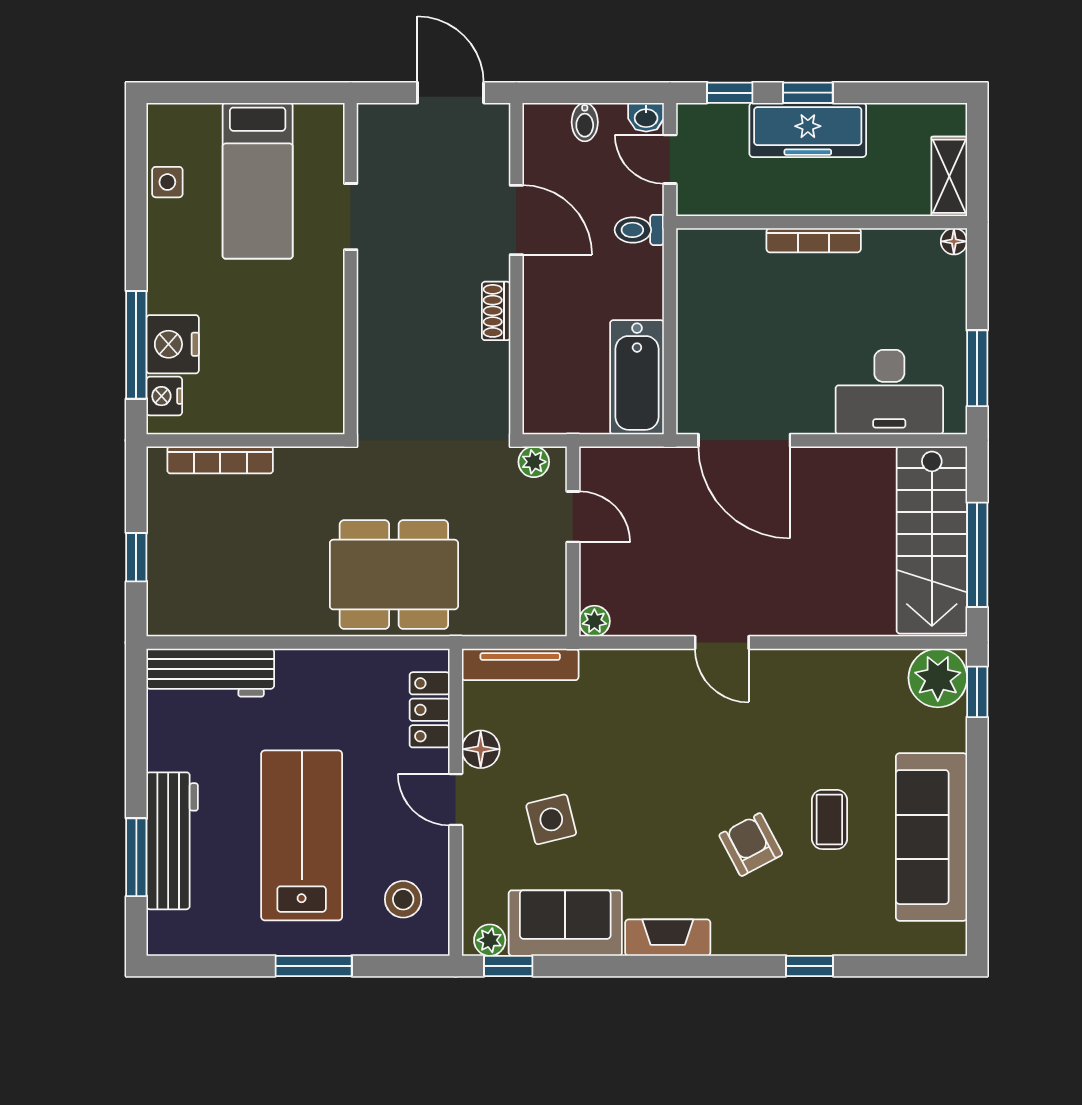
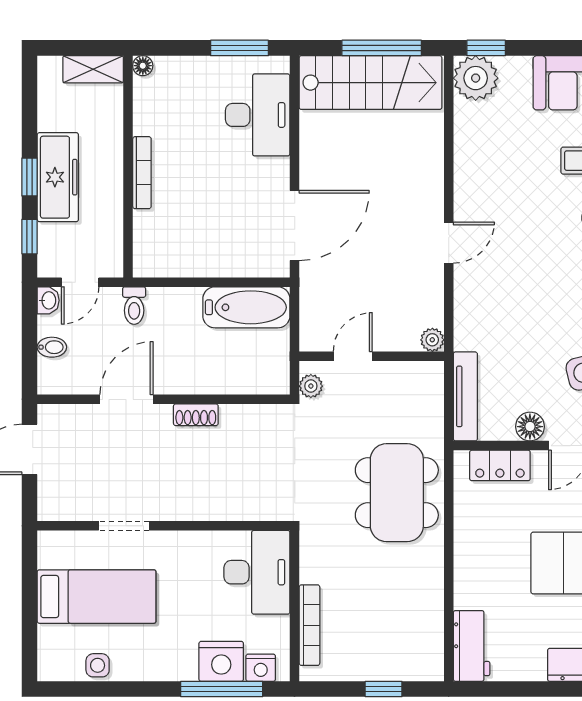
desk: (290, 391) -> (257, 572), added
workbench: (210, 673) -> (472, 646), width x0.73

